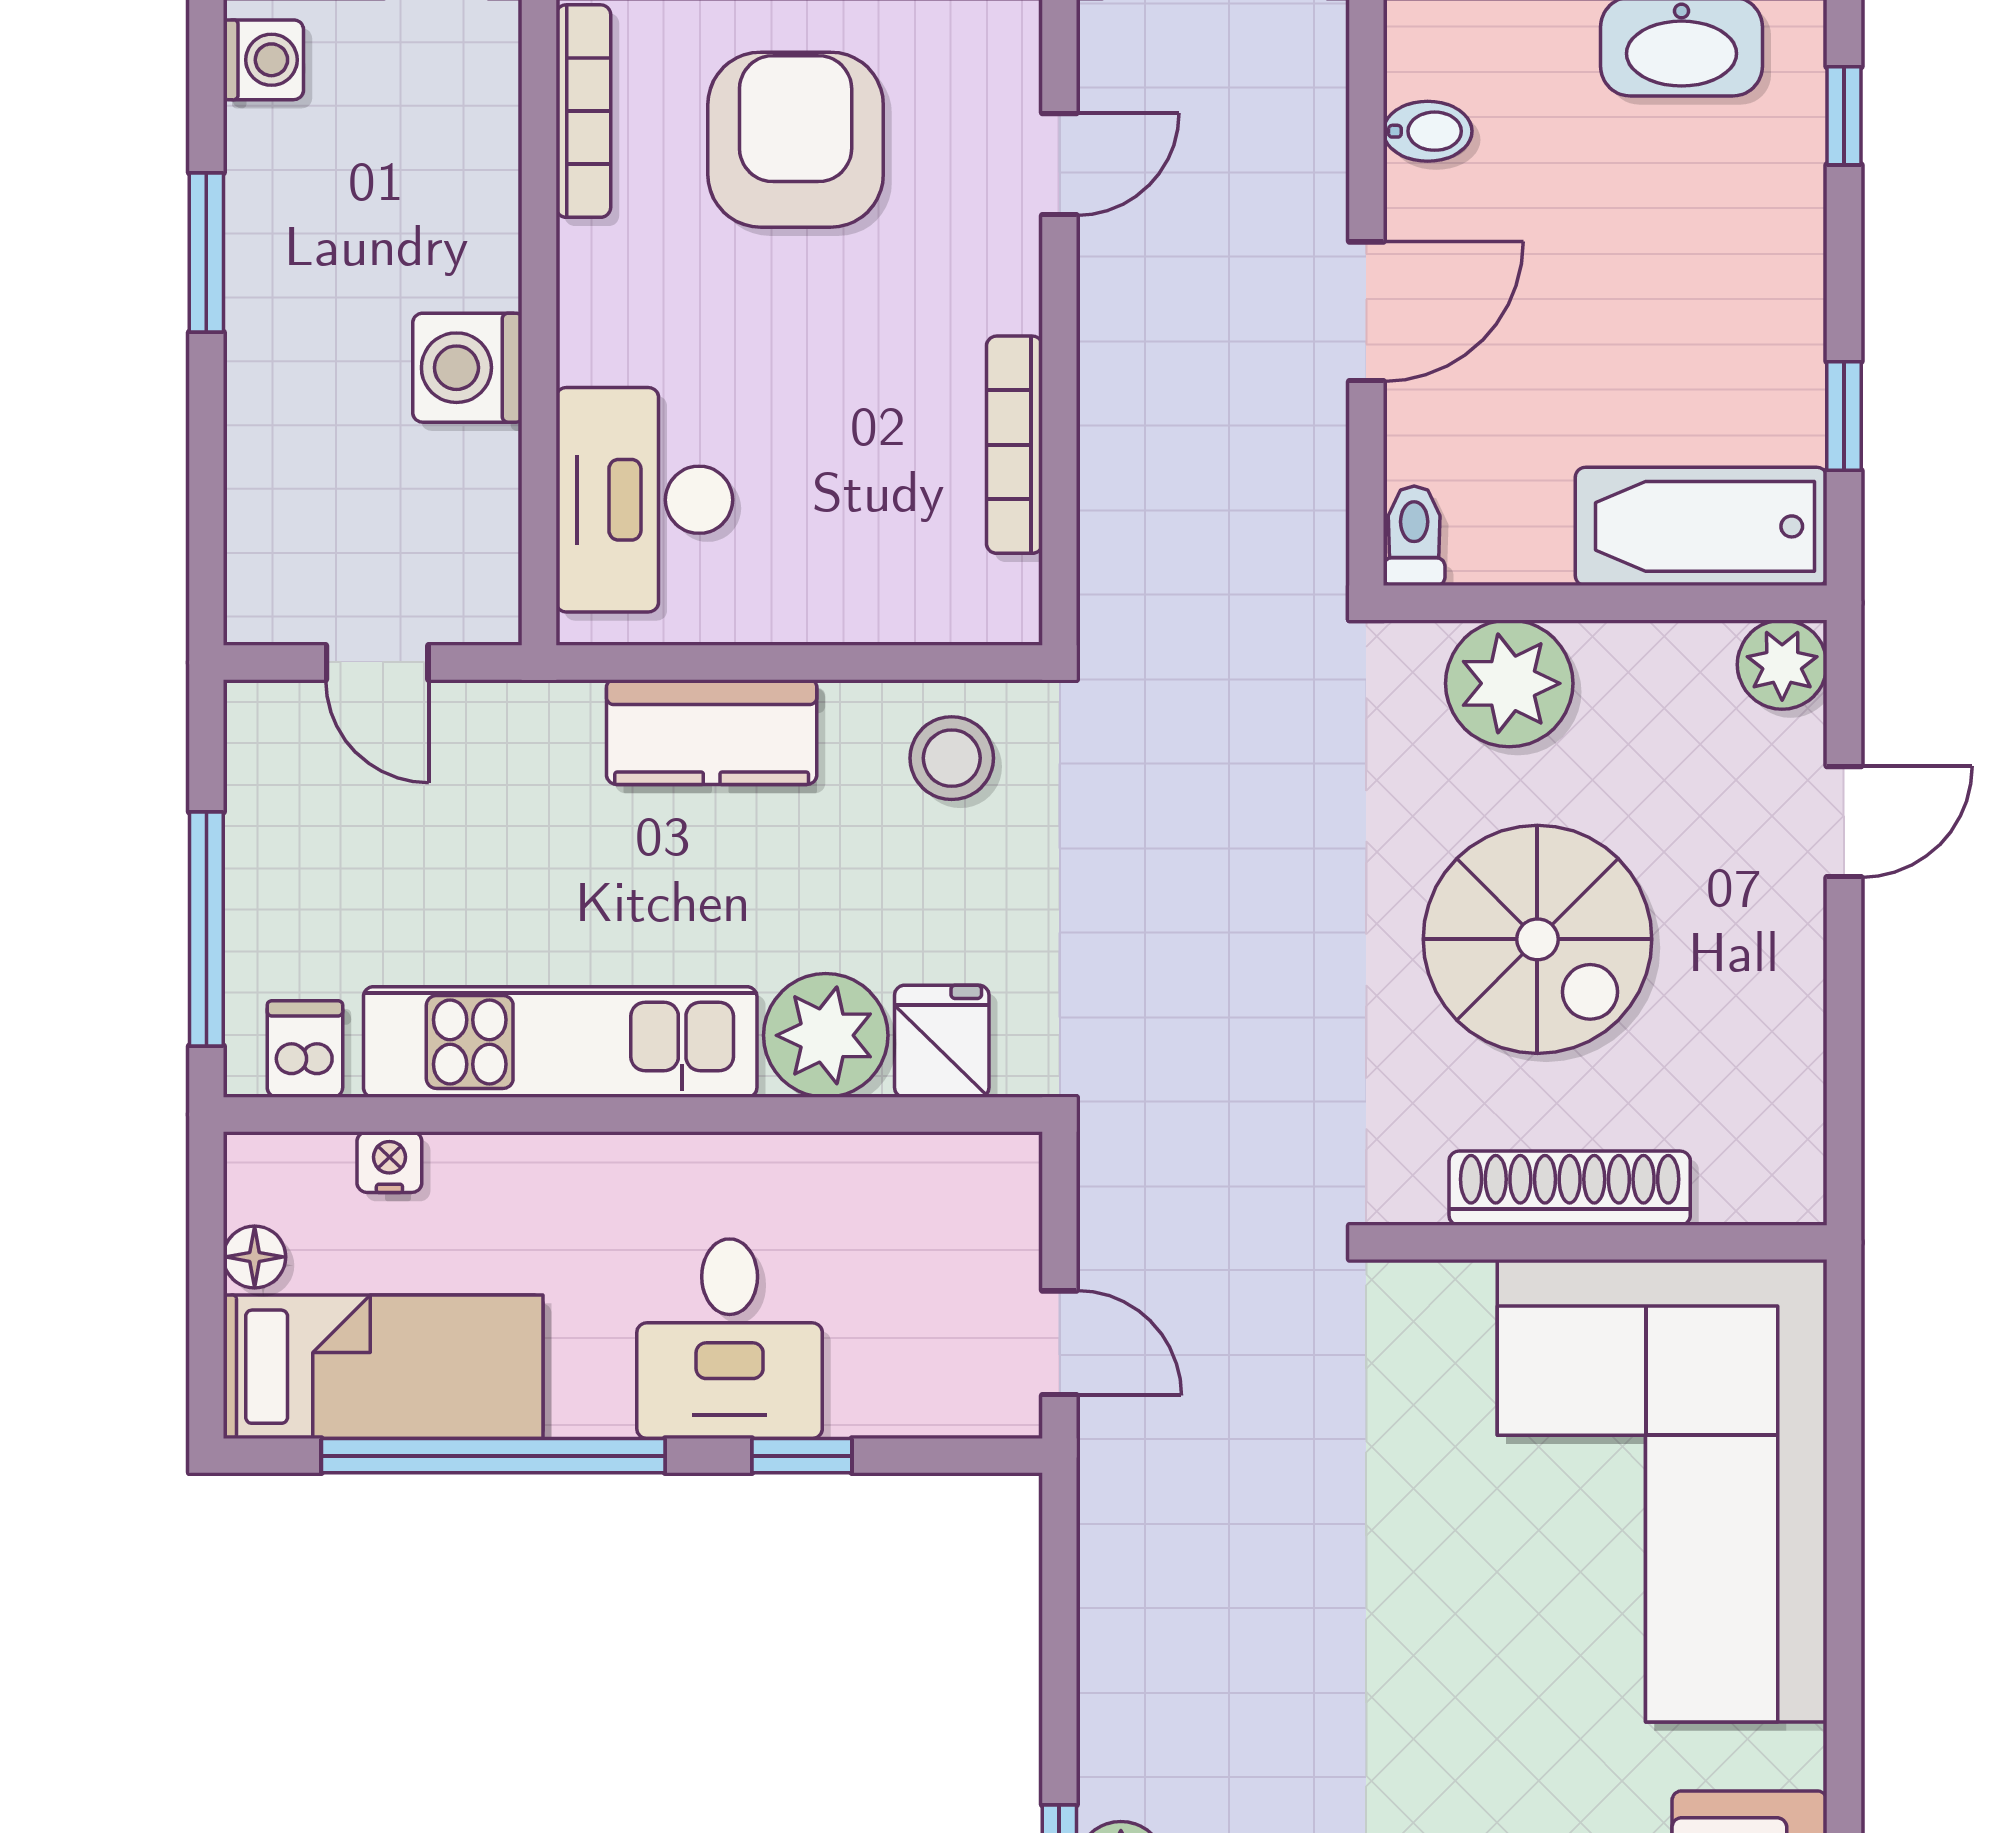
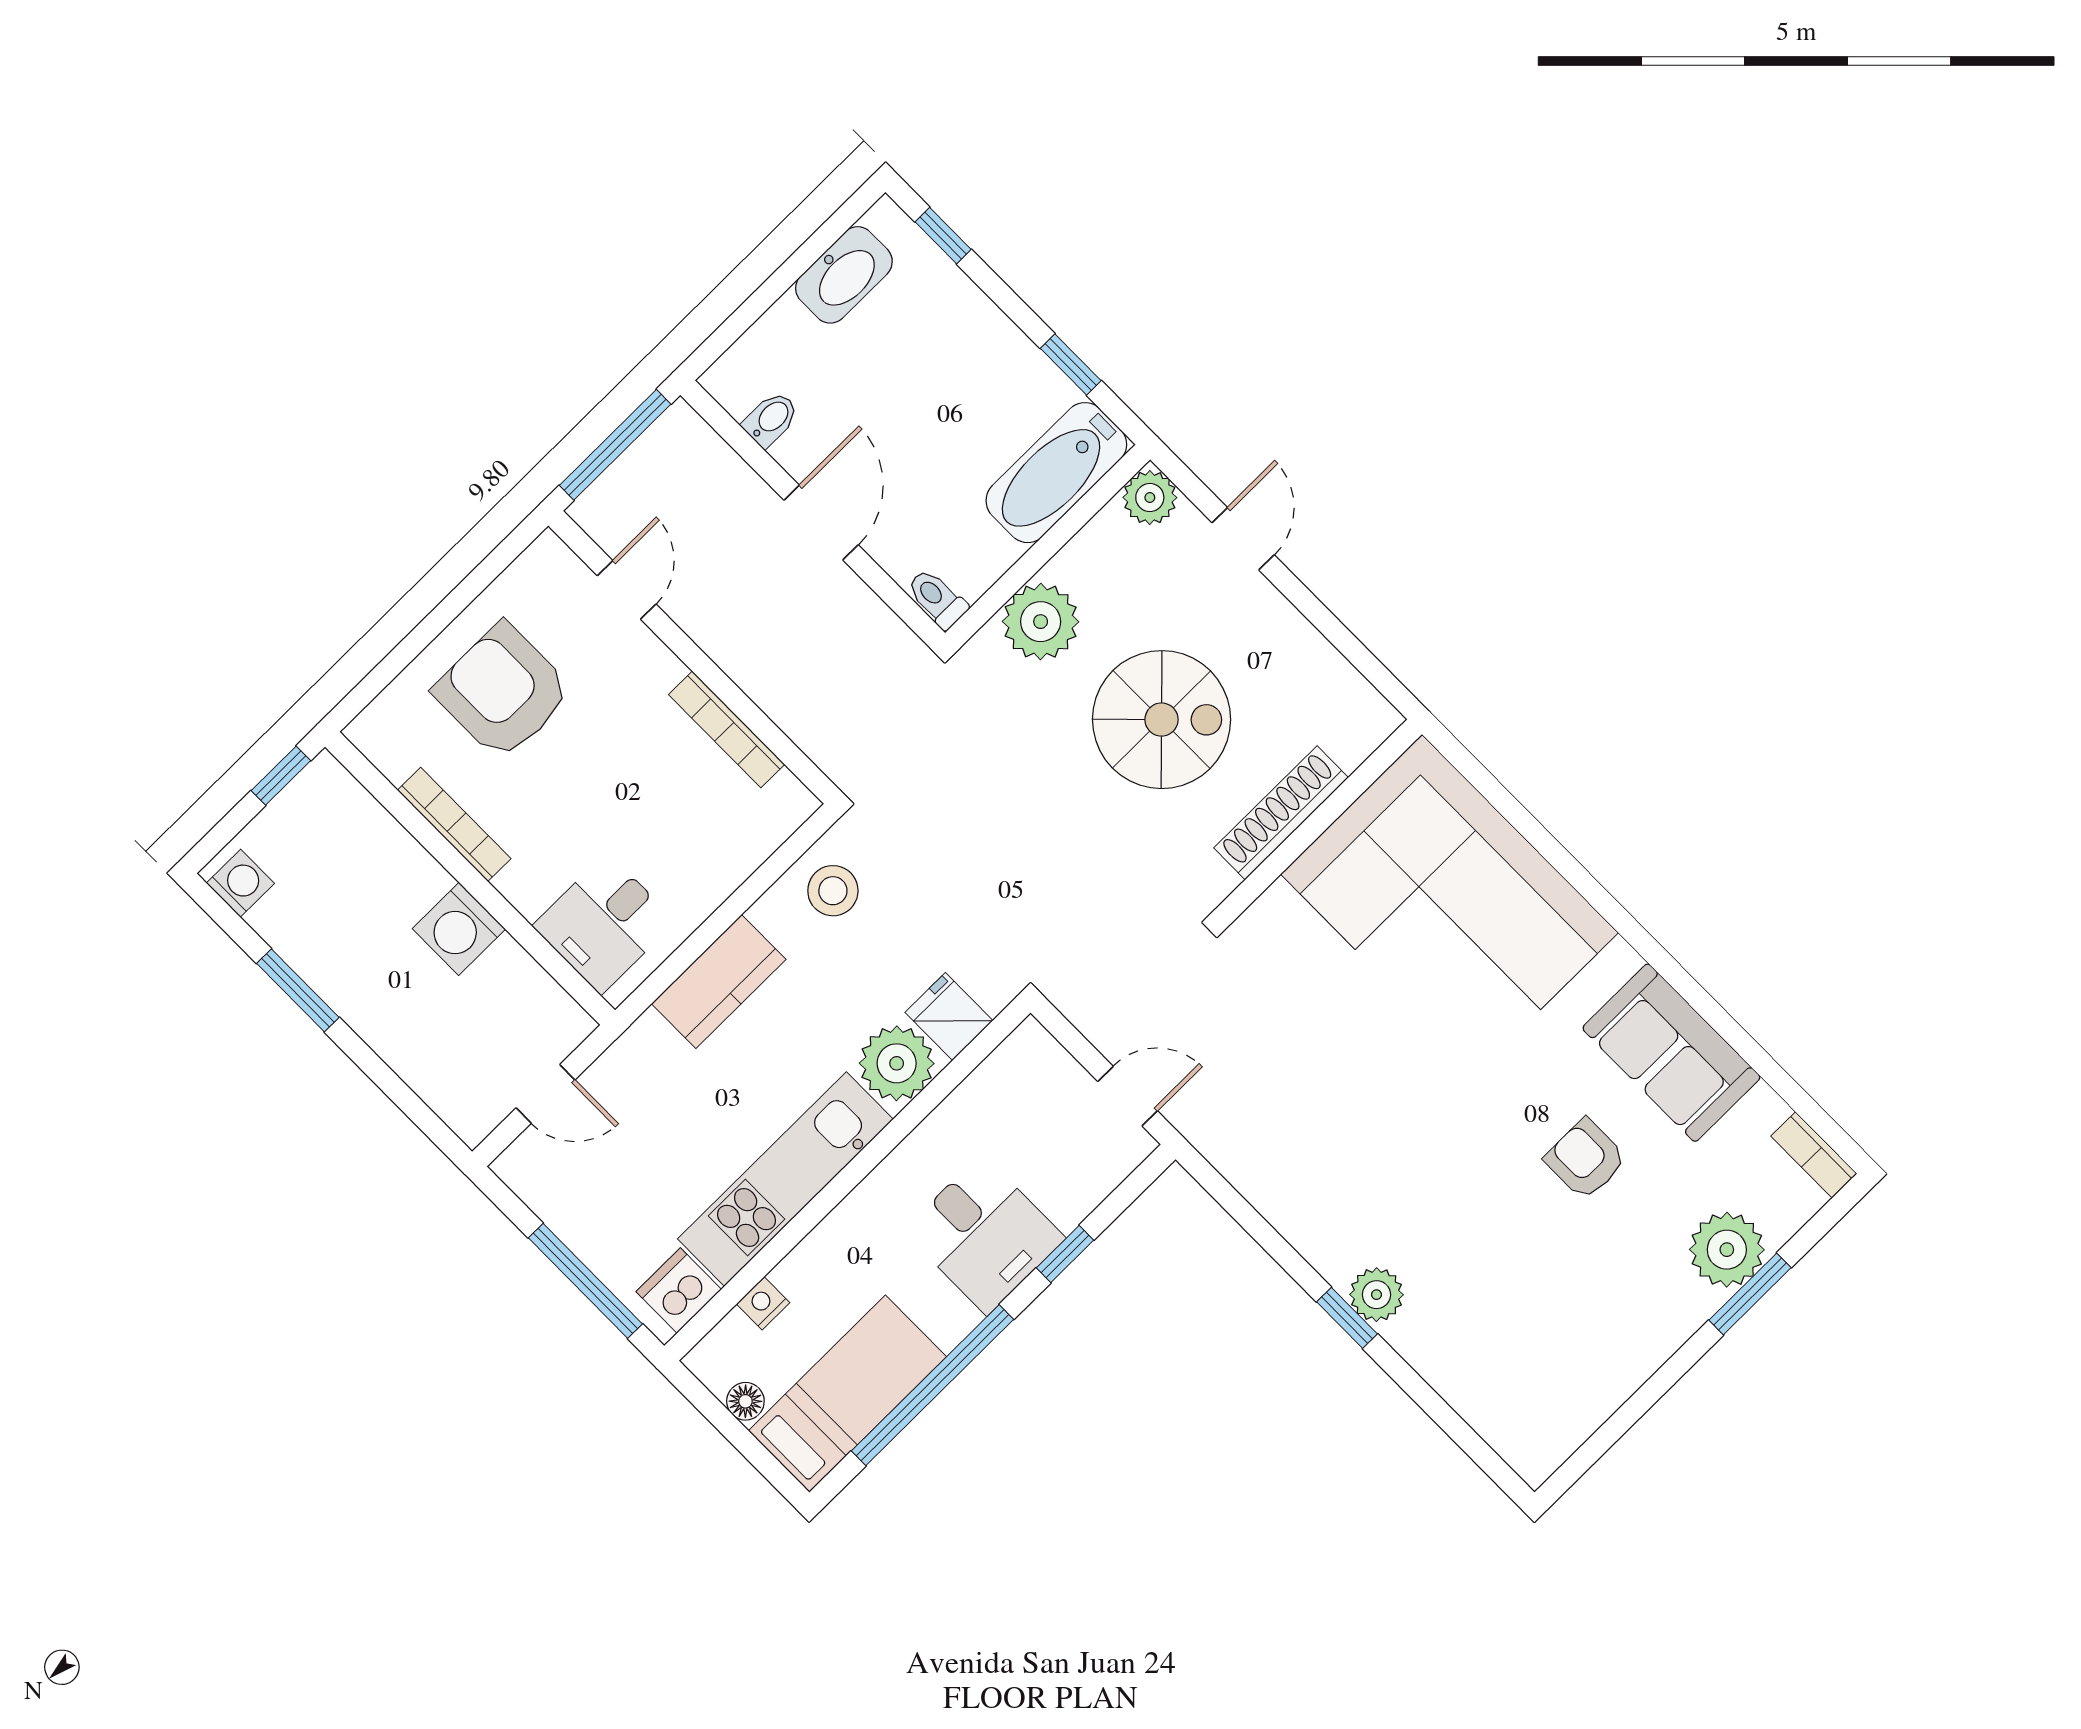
bookcase: (583, 111) -> (454, 824), moved
desk: (644, 500) -> (604, 923), width x0.73
dishwasher: (305, 1049) -> (679, 1291), width x1.38

